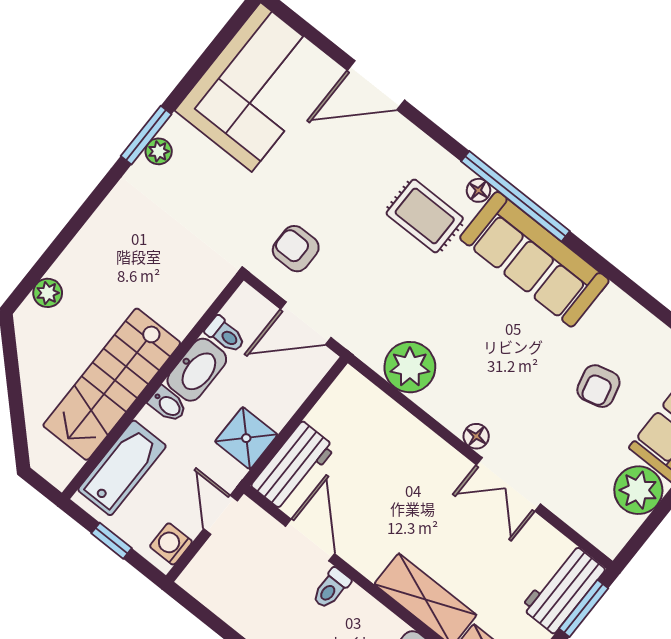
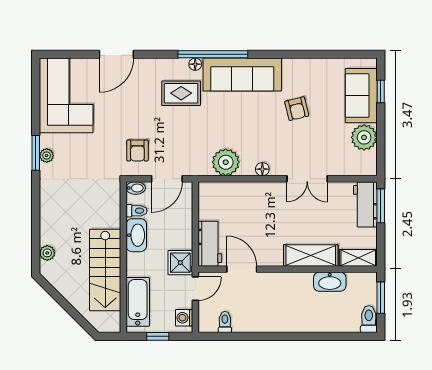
armchair: (296, 249) -> (137, 151), turned -90
armchair: (598, 386) -> (297, 109), moved
bidet: (168, 404) -> (136, 188), moved
floor lamp: (476, 436) -> (262, 169), moved
shower: (246, 438) -> (180, 263), moved
door: (221, 515) -> (195, 289), swing flipped
toilet: (331, 588) -> (225, 322), moved, turned 180

